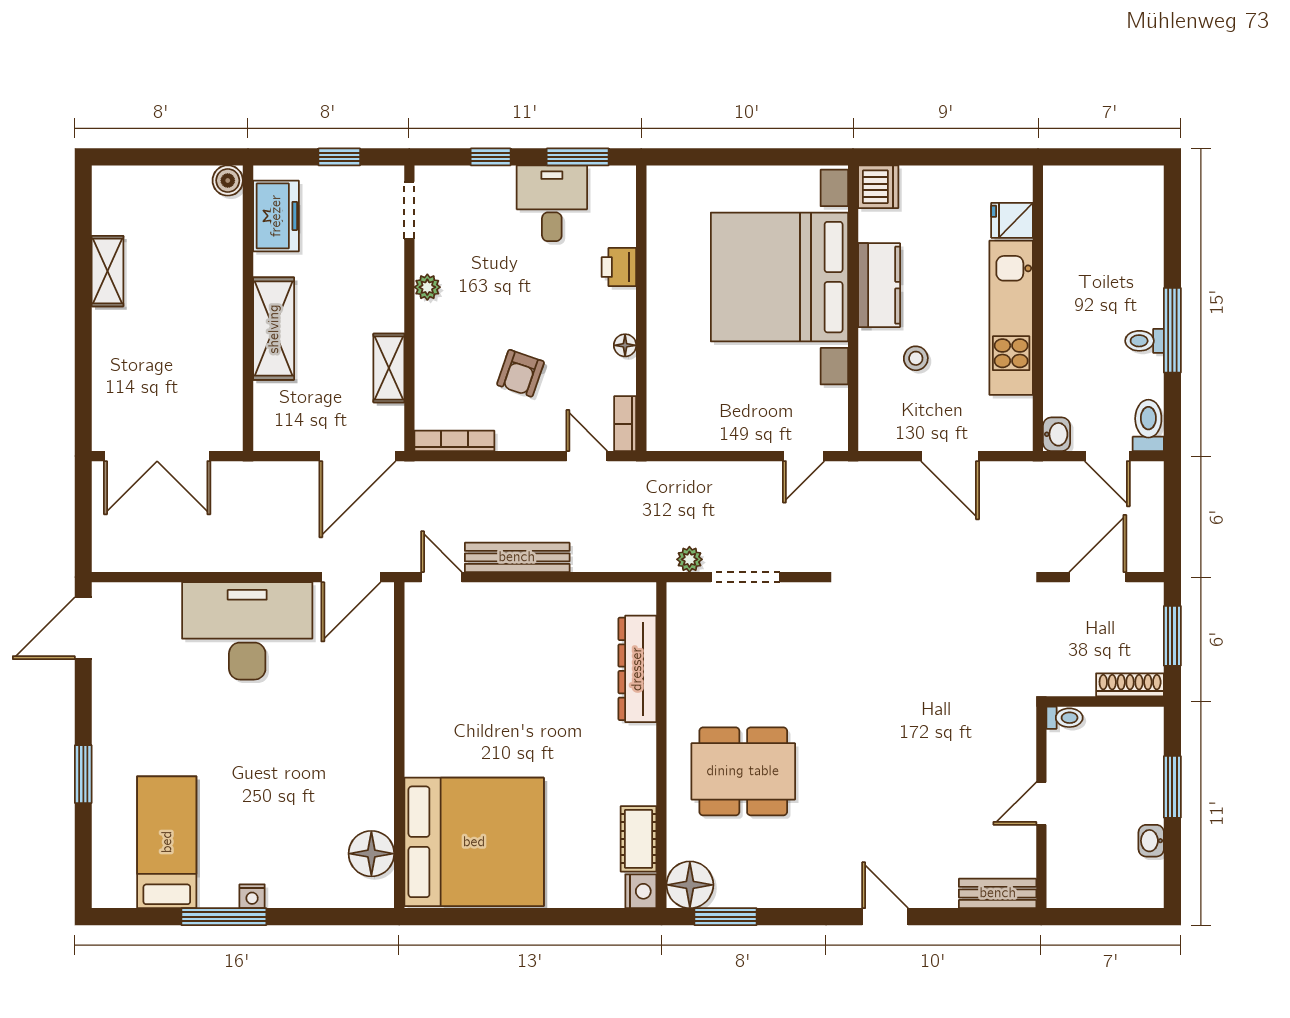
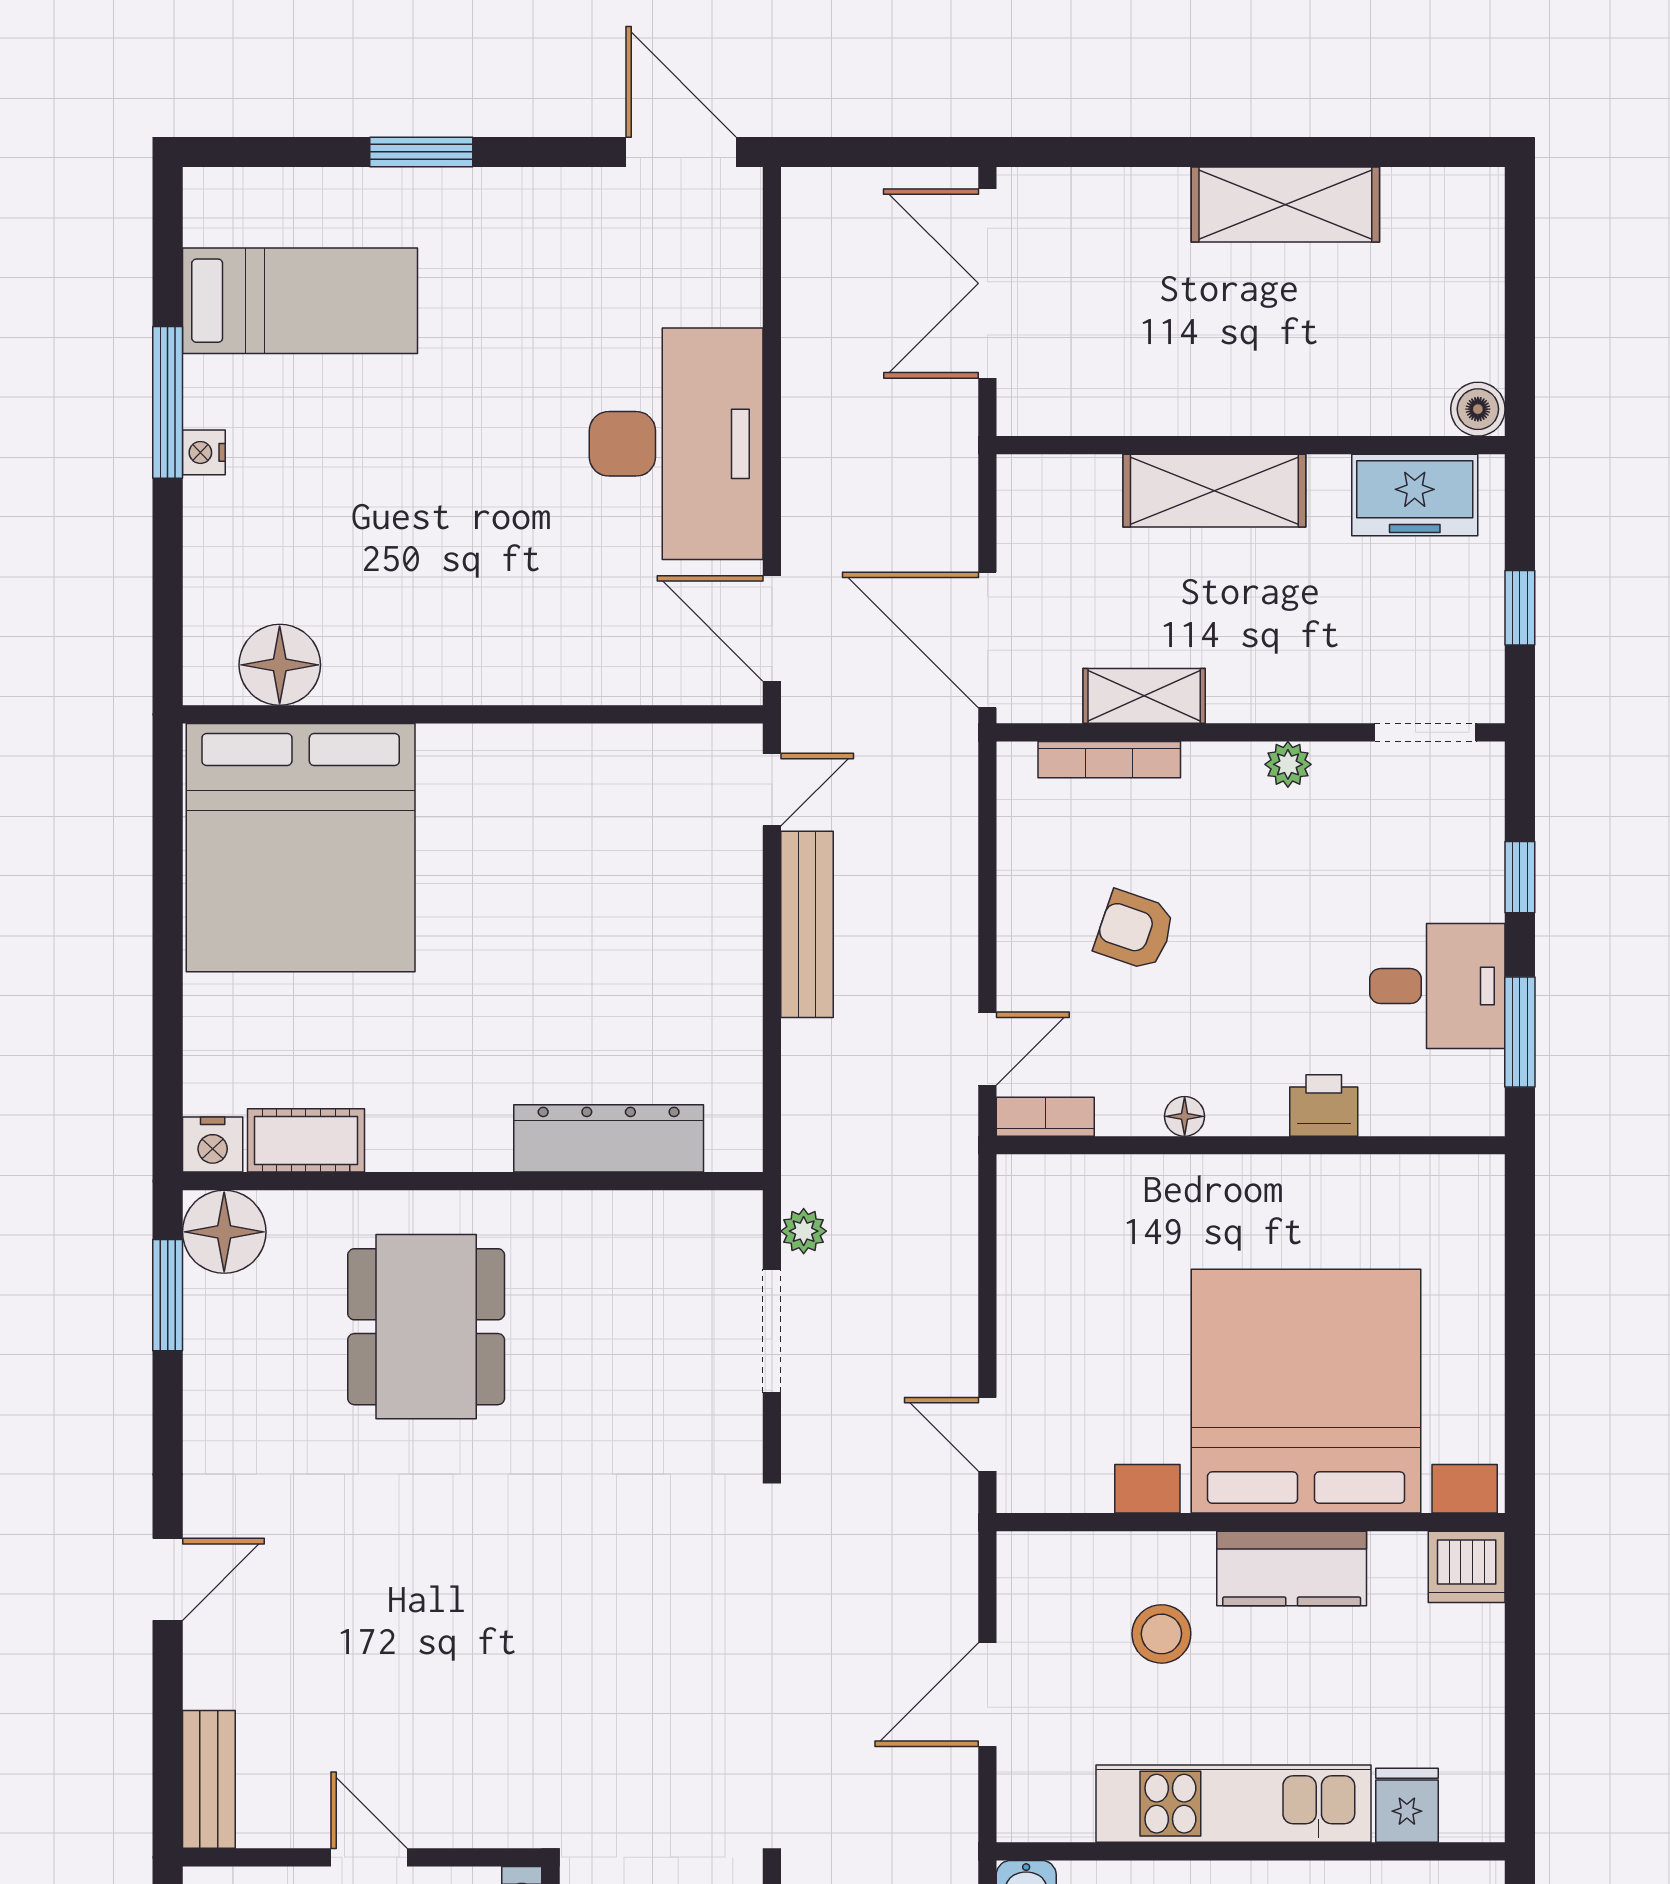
shelving: (107, 271) -> (1285, 205), width x1.50, depth x1.33
stool: (916, 358) -> (1161, 1634), width x1.37, depth x1.37
bookcase: (454, 441) -> (1109, 760), moved, turned 90

